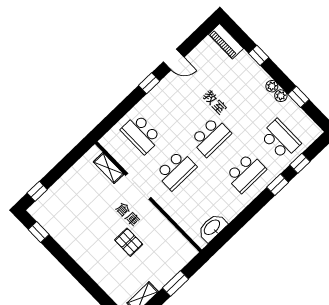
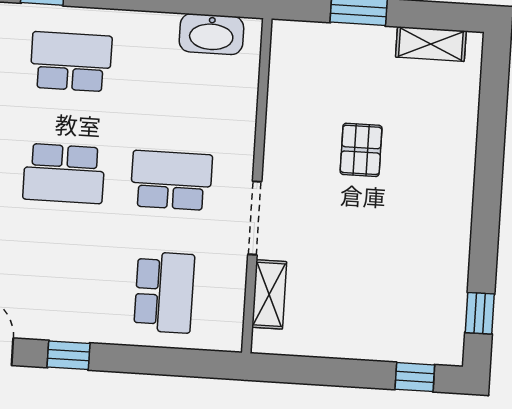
school desk: (211, 137) -> (64, 174), turned 180

